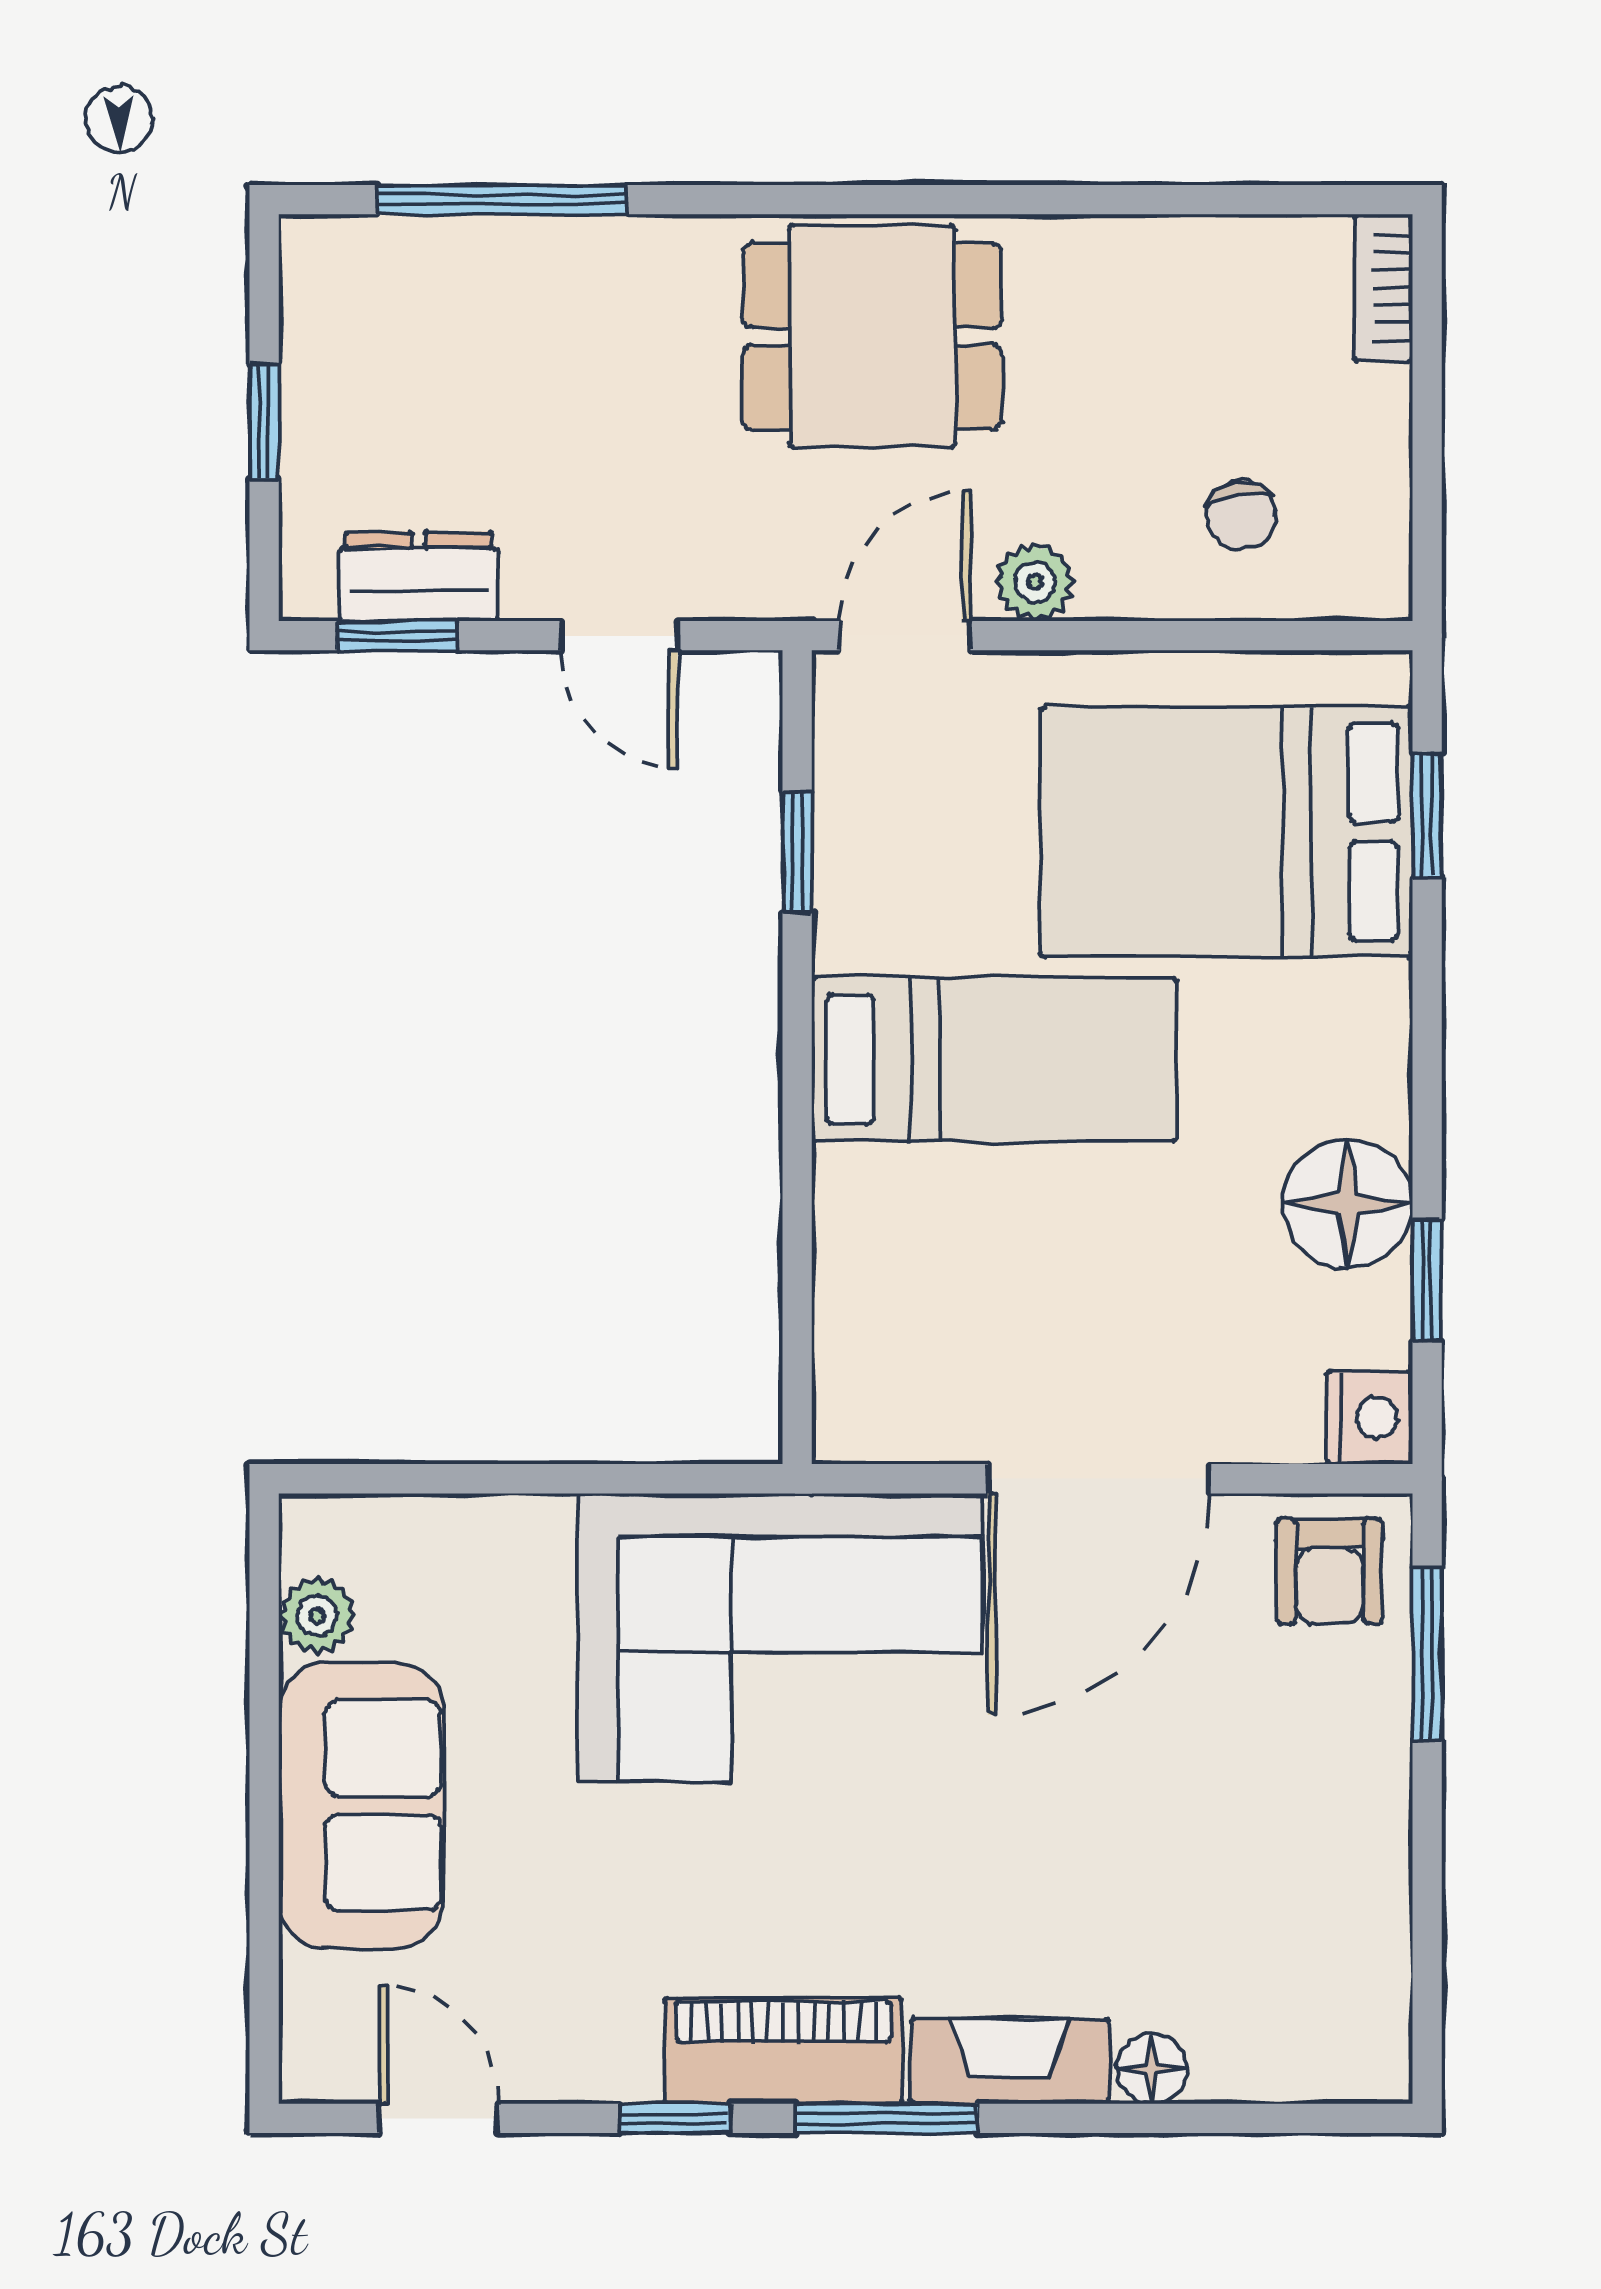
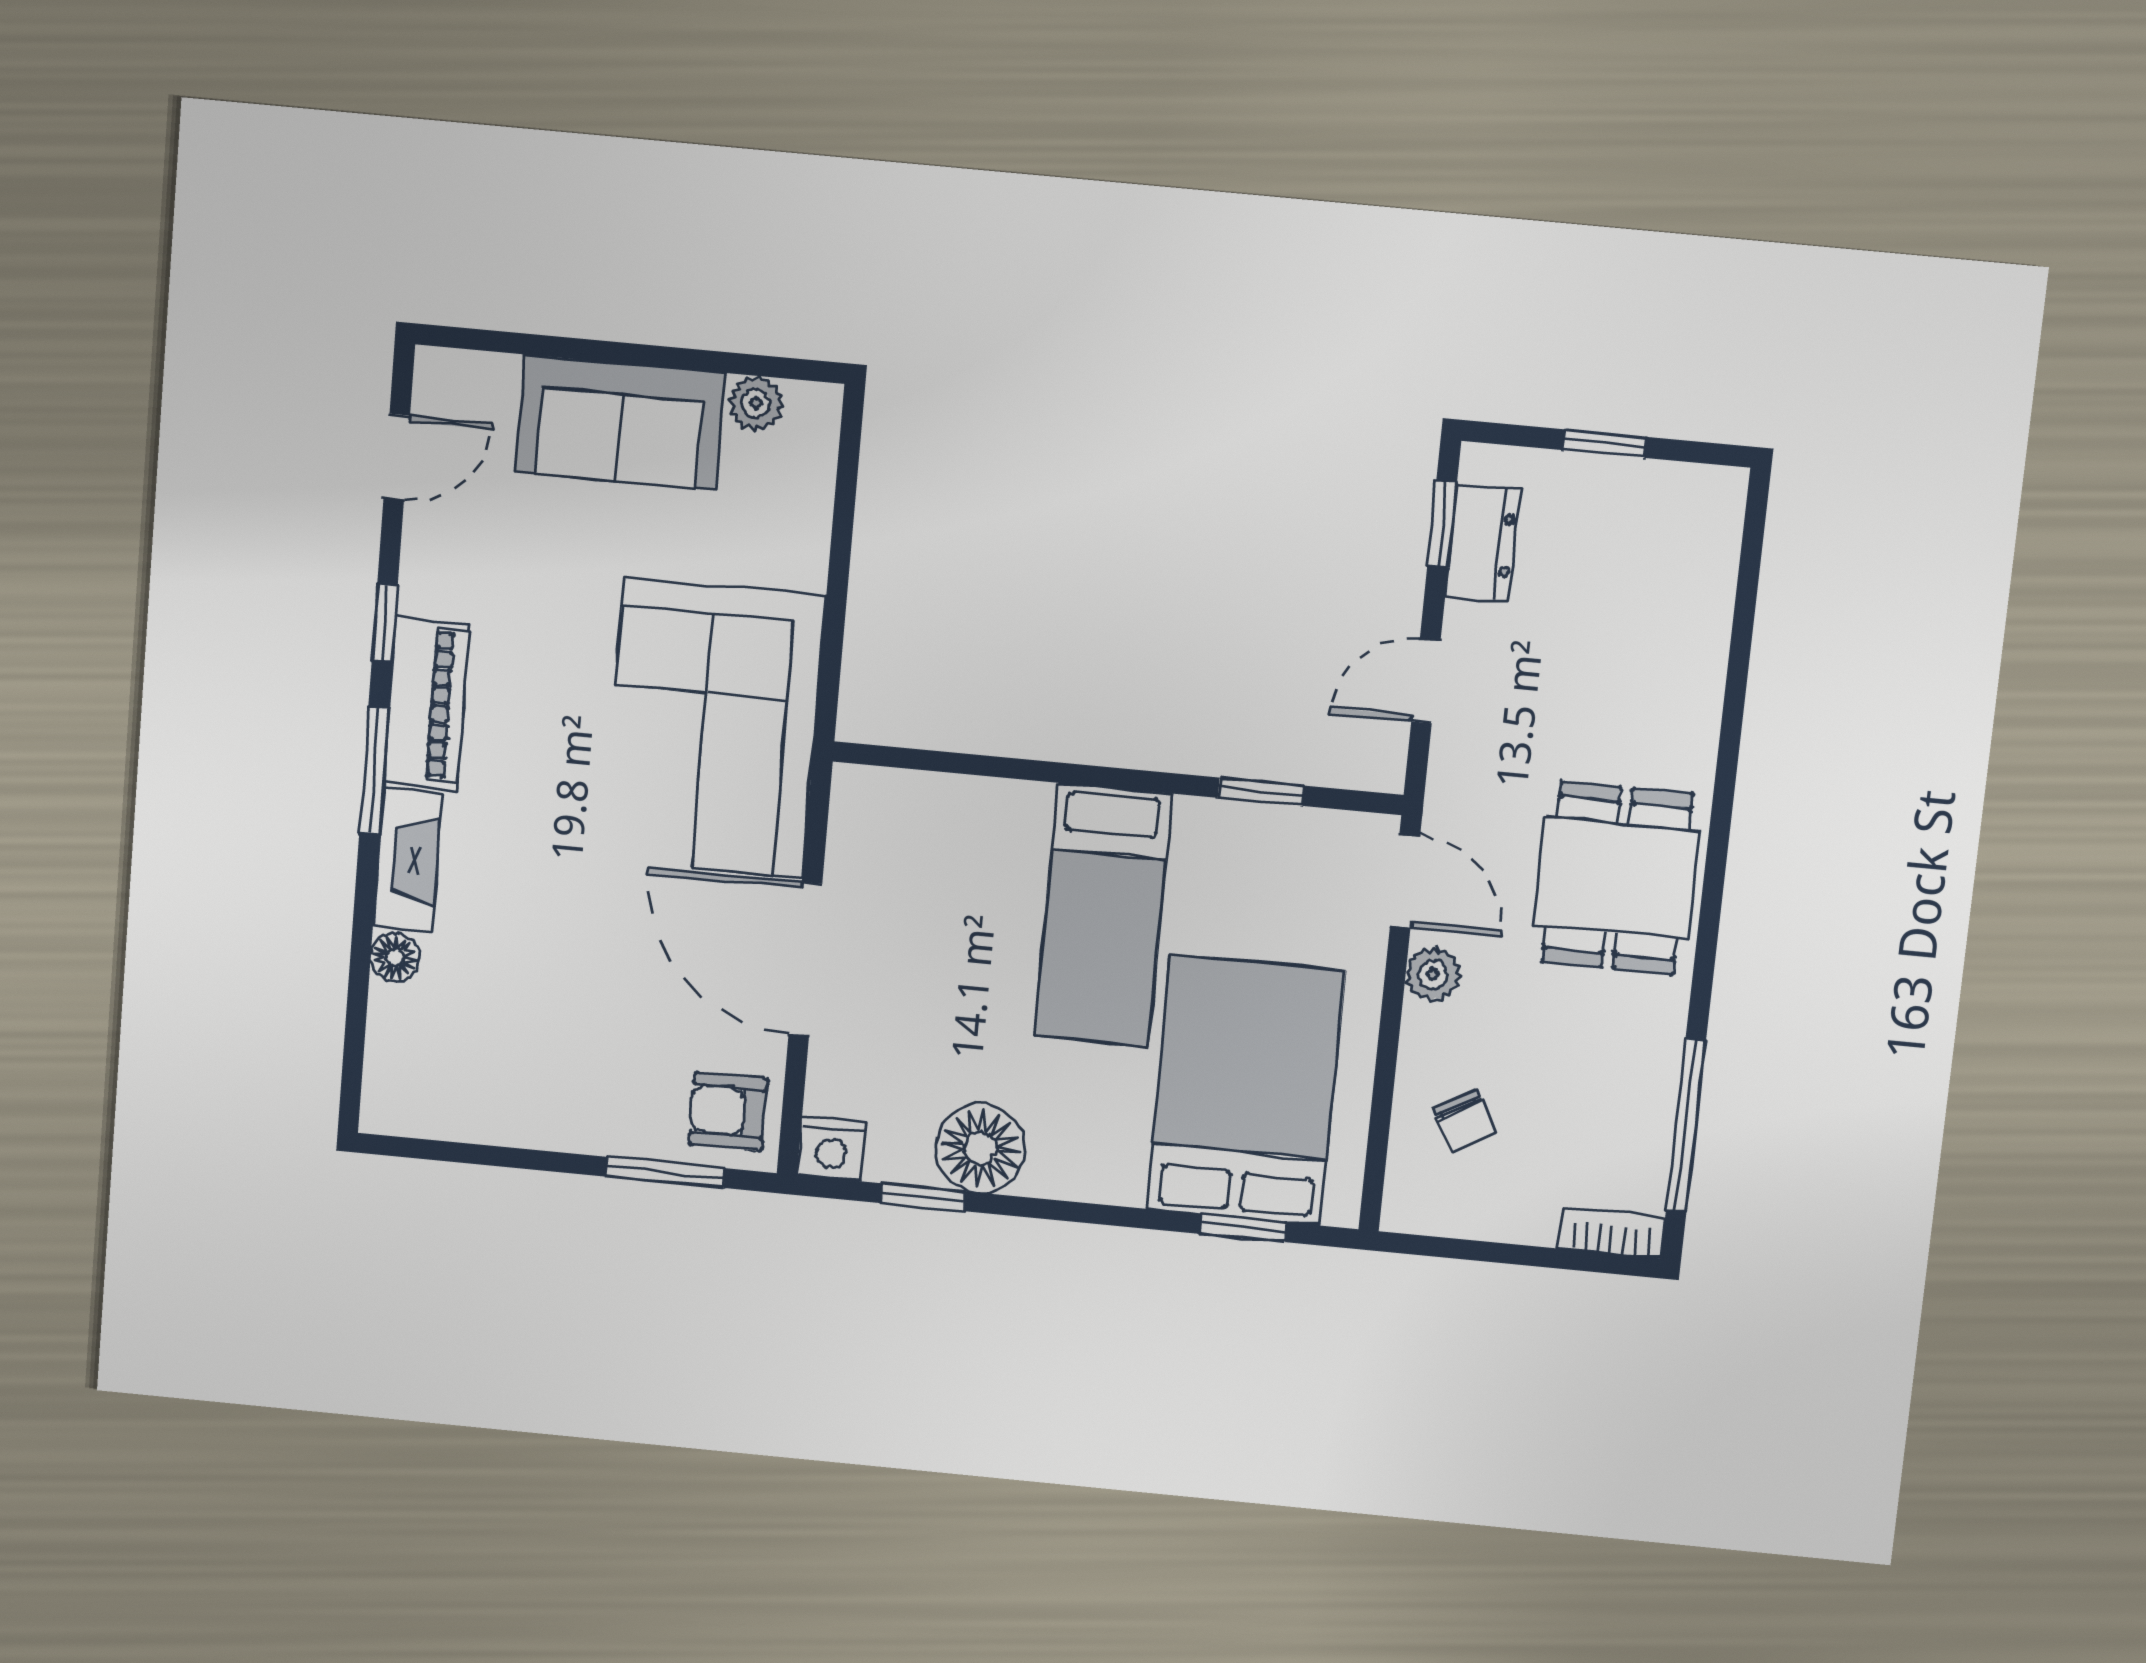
window: (502, 200) -> (1686, 1125), moved
chair: (1241, 515) -> (1464, 1121), turned -111

